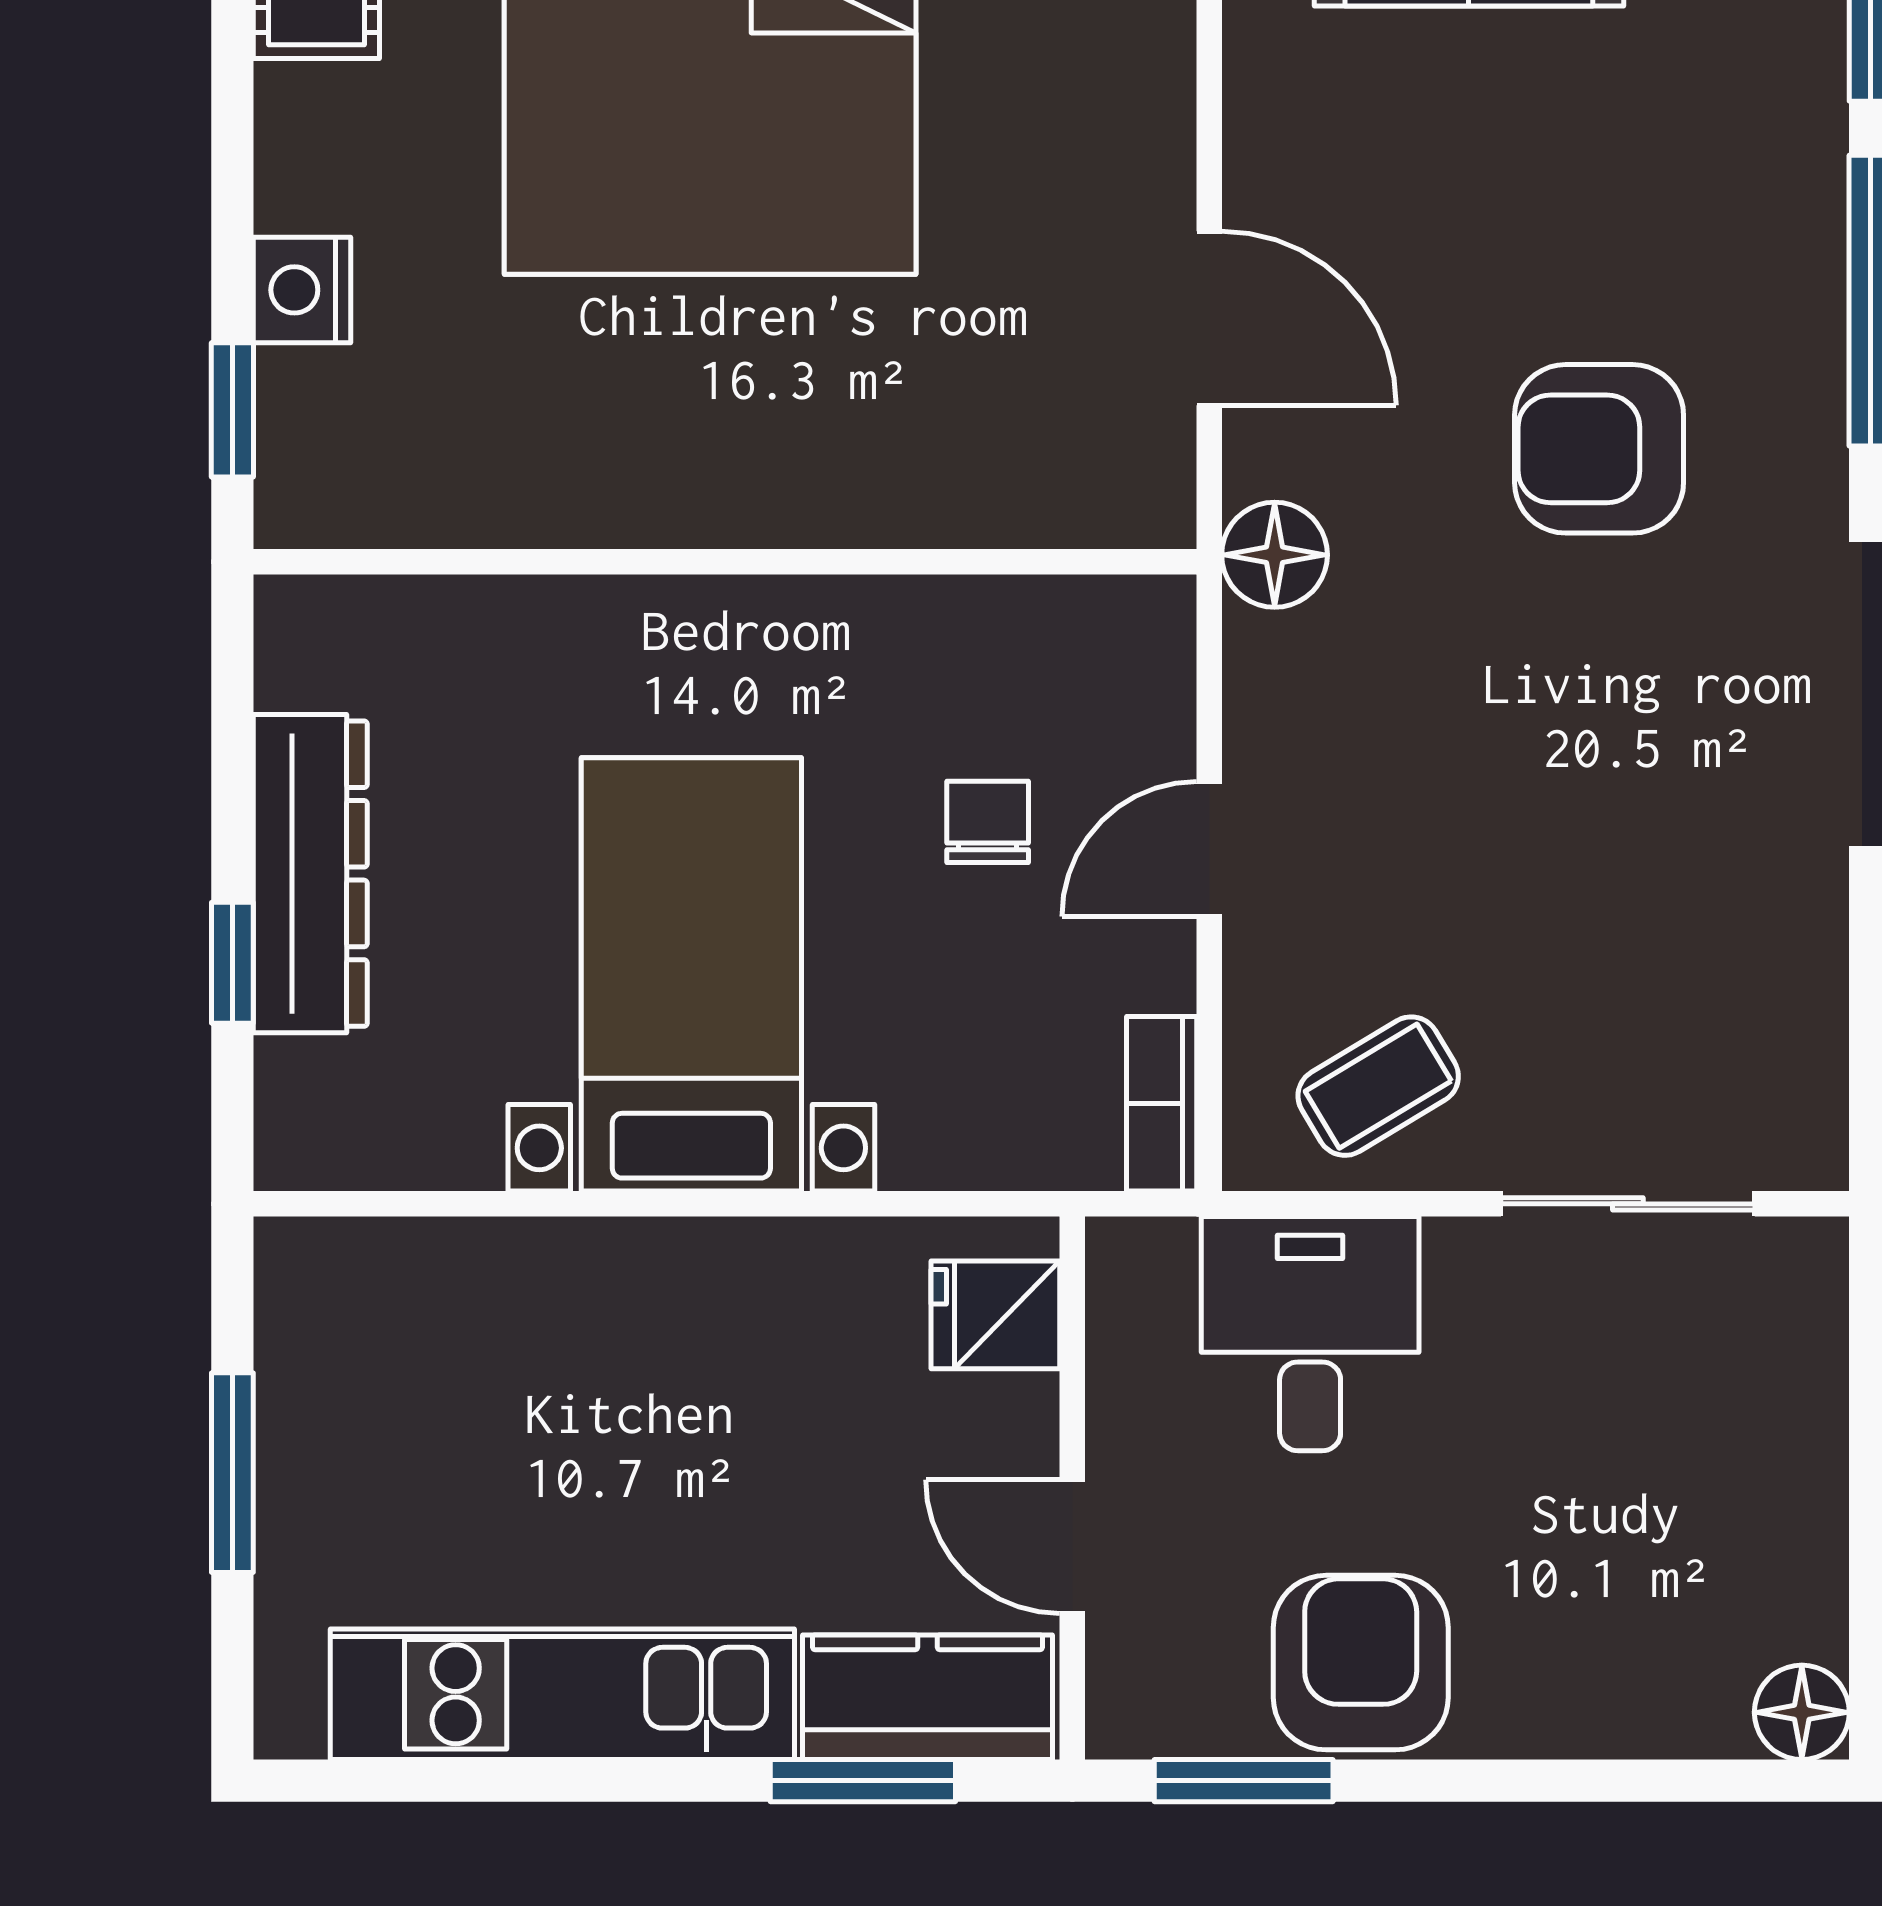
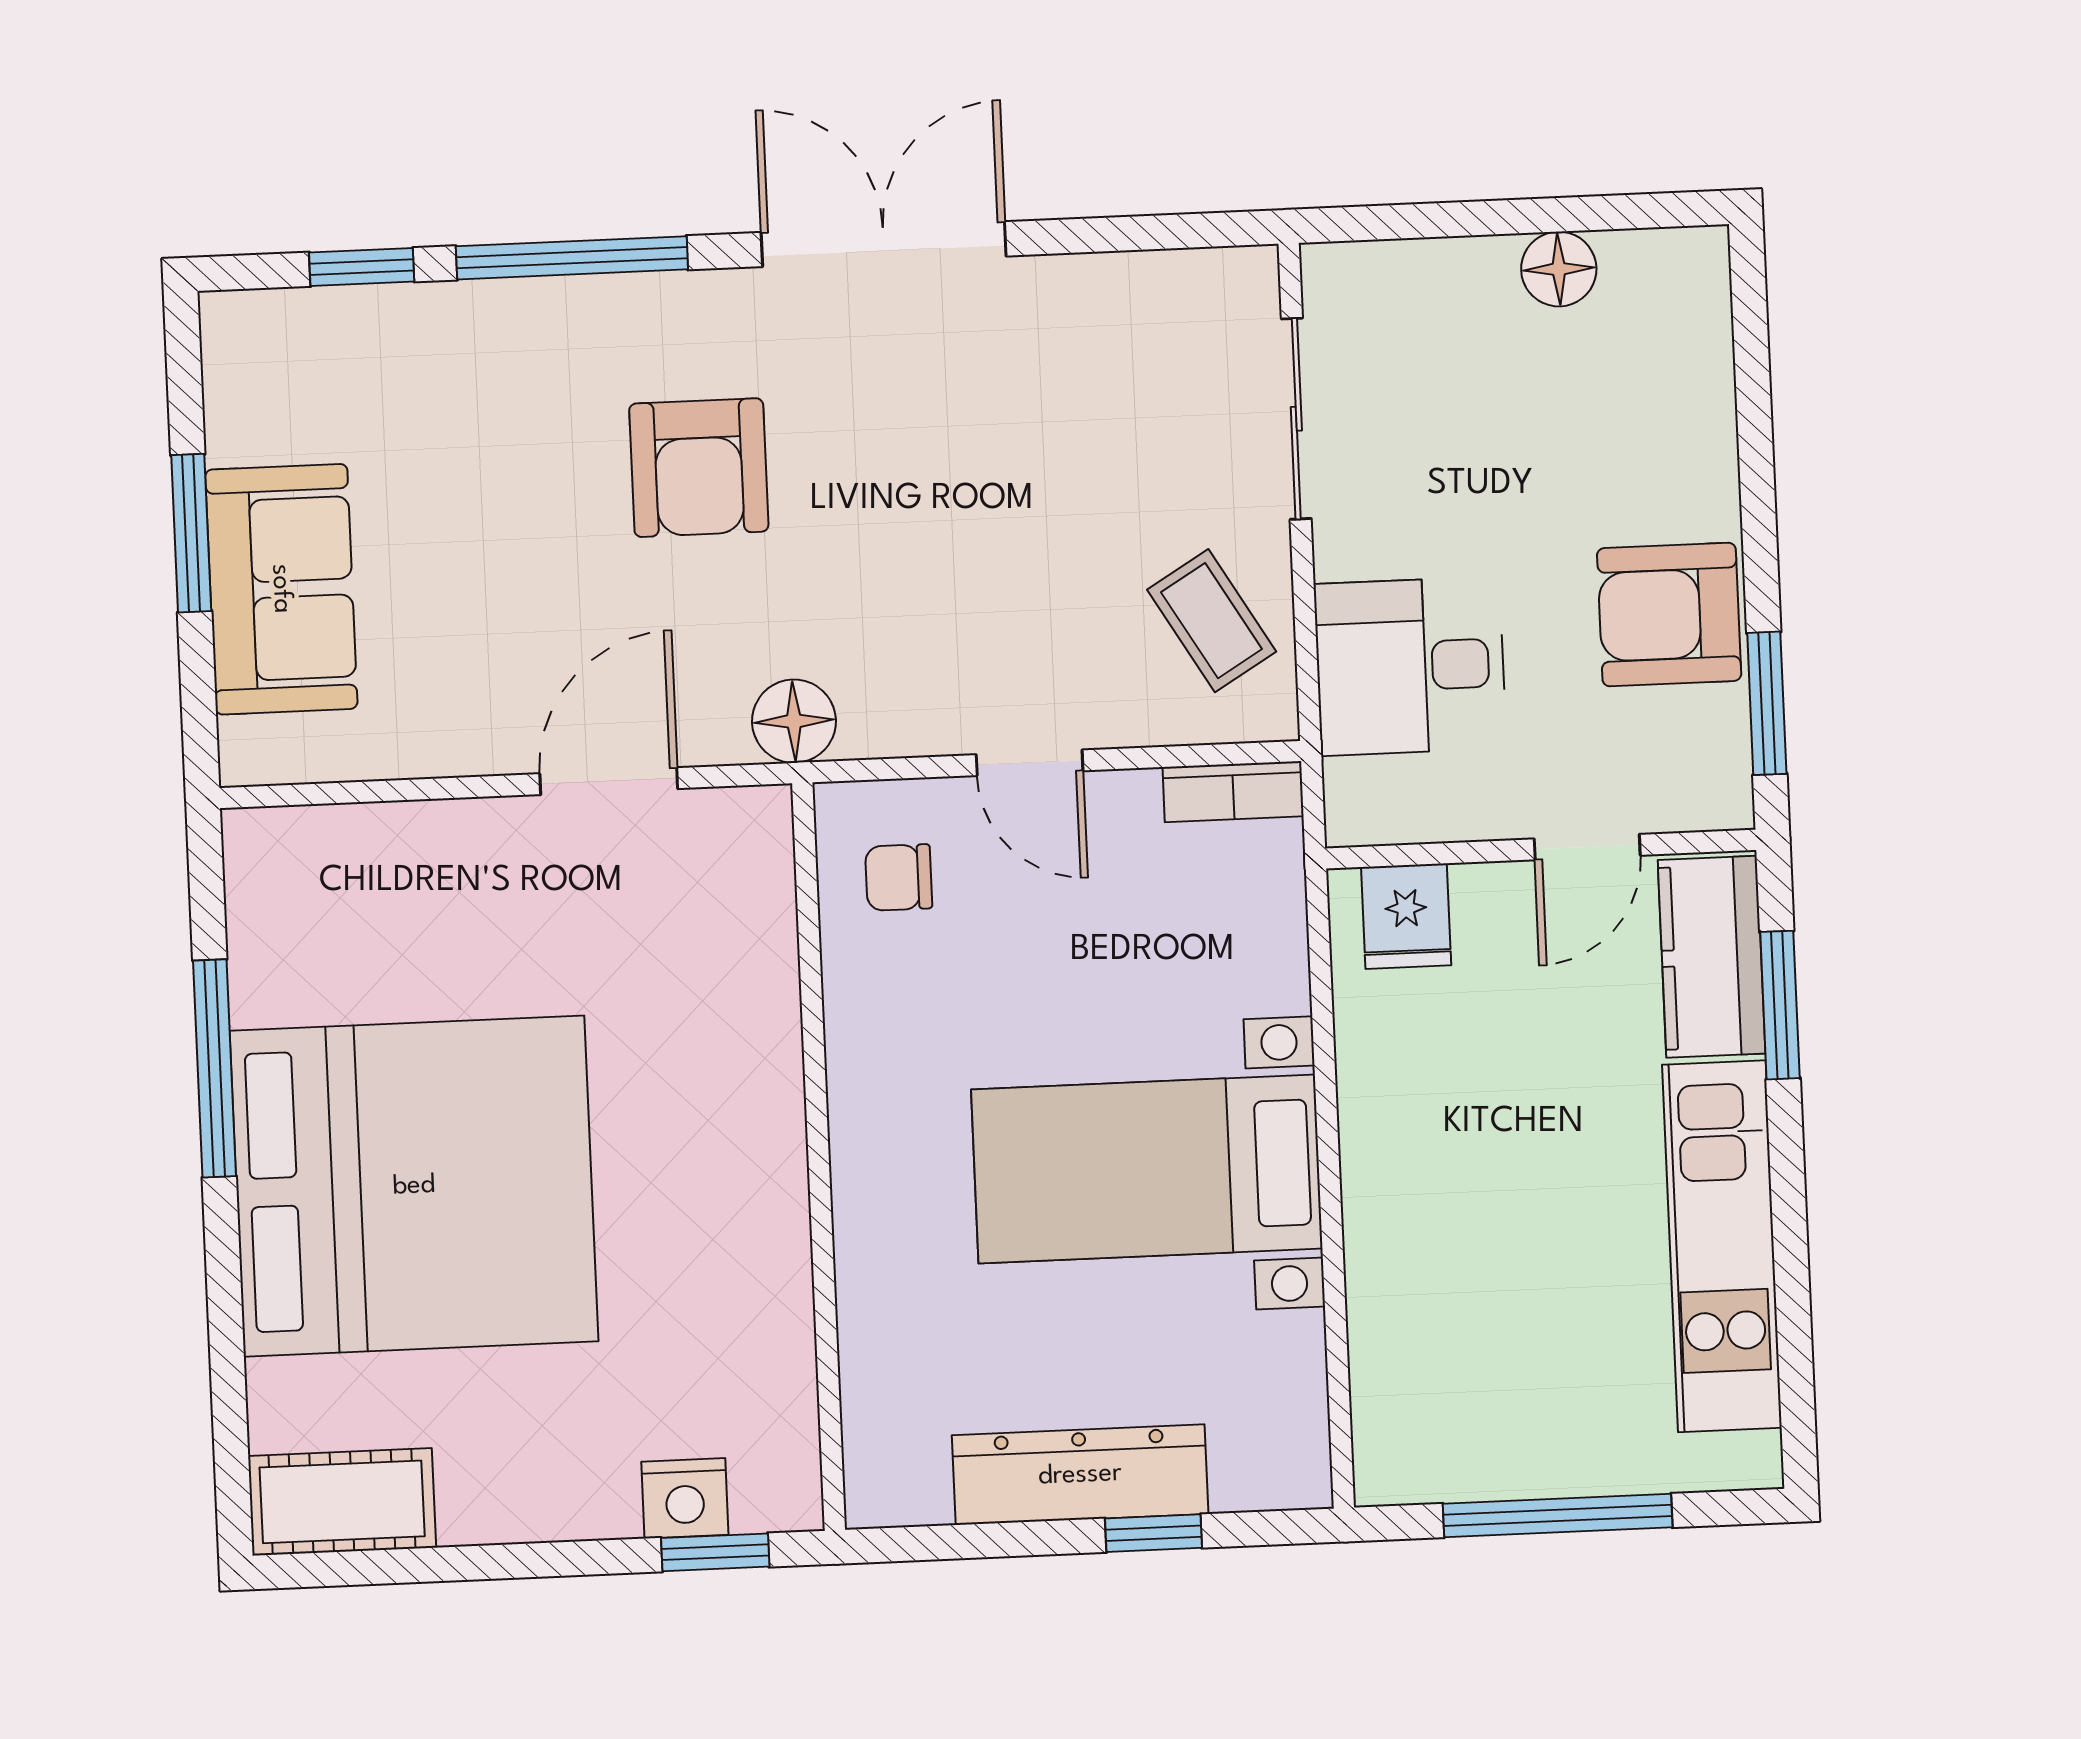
nightstand: (302, 290) -> (685, 1498), moved
chair: (988, 822) -> (899, 877), moved
window: (232, 1473) -> (1558, 1516), width x1.44
floor lamp: (1802, 1712) -> (1559, 269), moved

